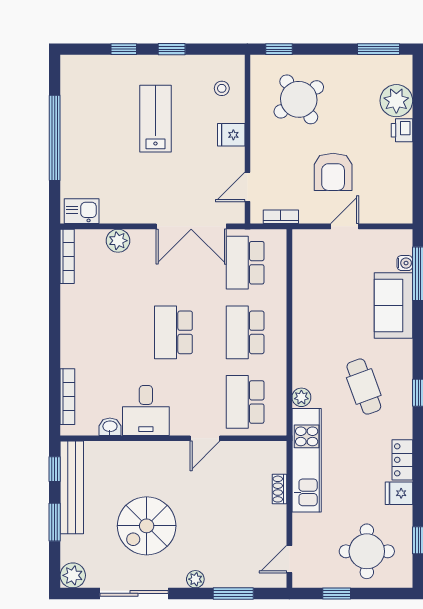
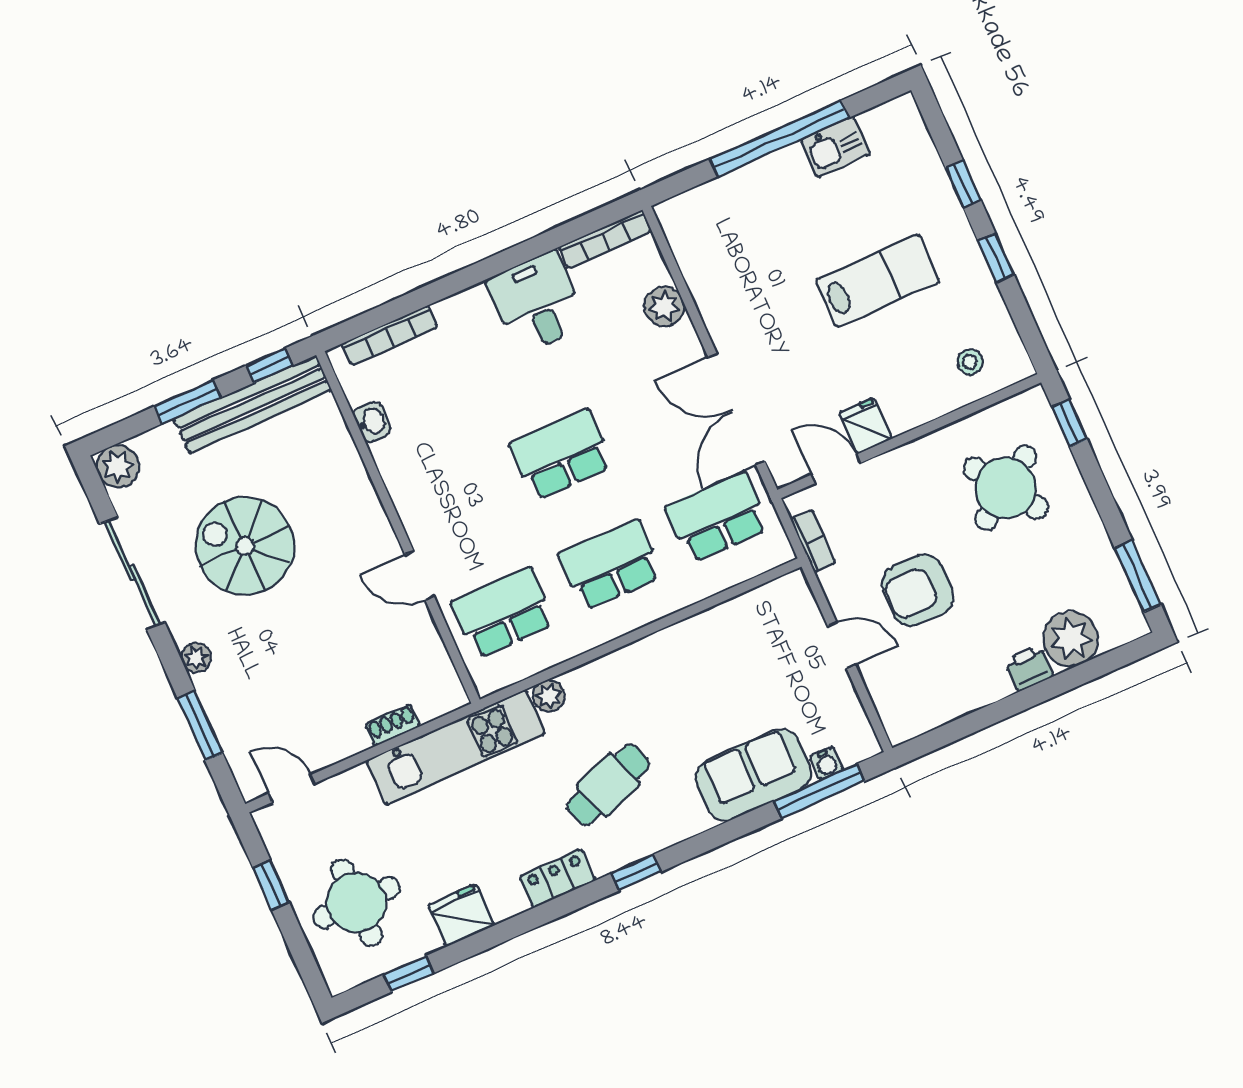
fridge: (231, 135) -> (865, 426), moved
kitchen sink: (82, 211) -> (835, 147), moved, turned 90
desk: (146, 411) -> (537, 303), moved, turned 90
locker: (402, 460) -> (557, 878), moved
fridge: (399, 493) -> (461, 915), width x1.38

